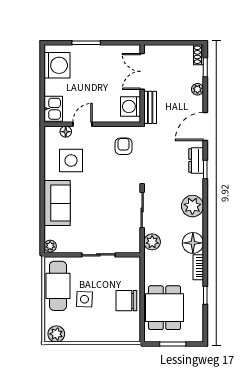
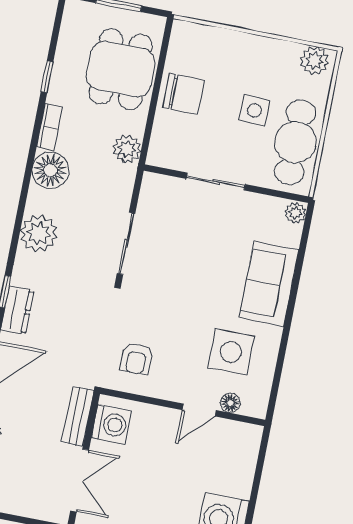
kitchen sink: (53, 109) -> (244, 446), removed
plant: (152, 242) -> (127, 149), moved

